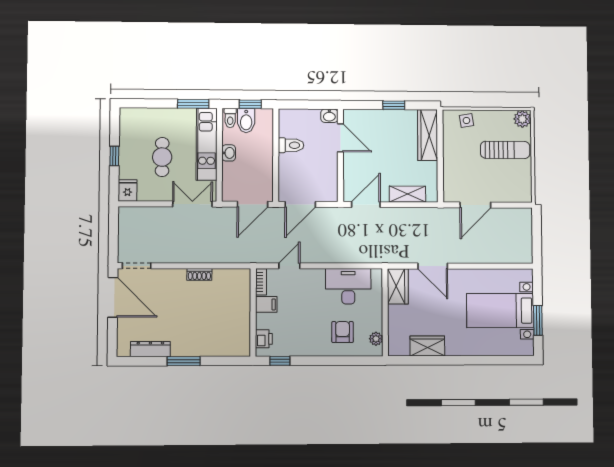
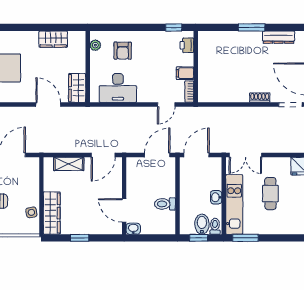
side table: (466, 120) -> (31, 212), moved
shoe rack: (199, 274) -> (260, 98), moved

